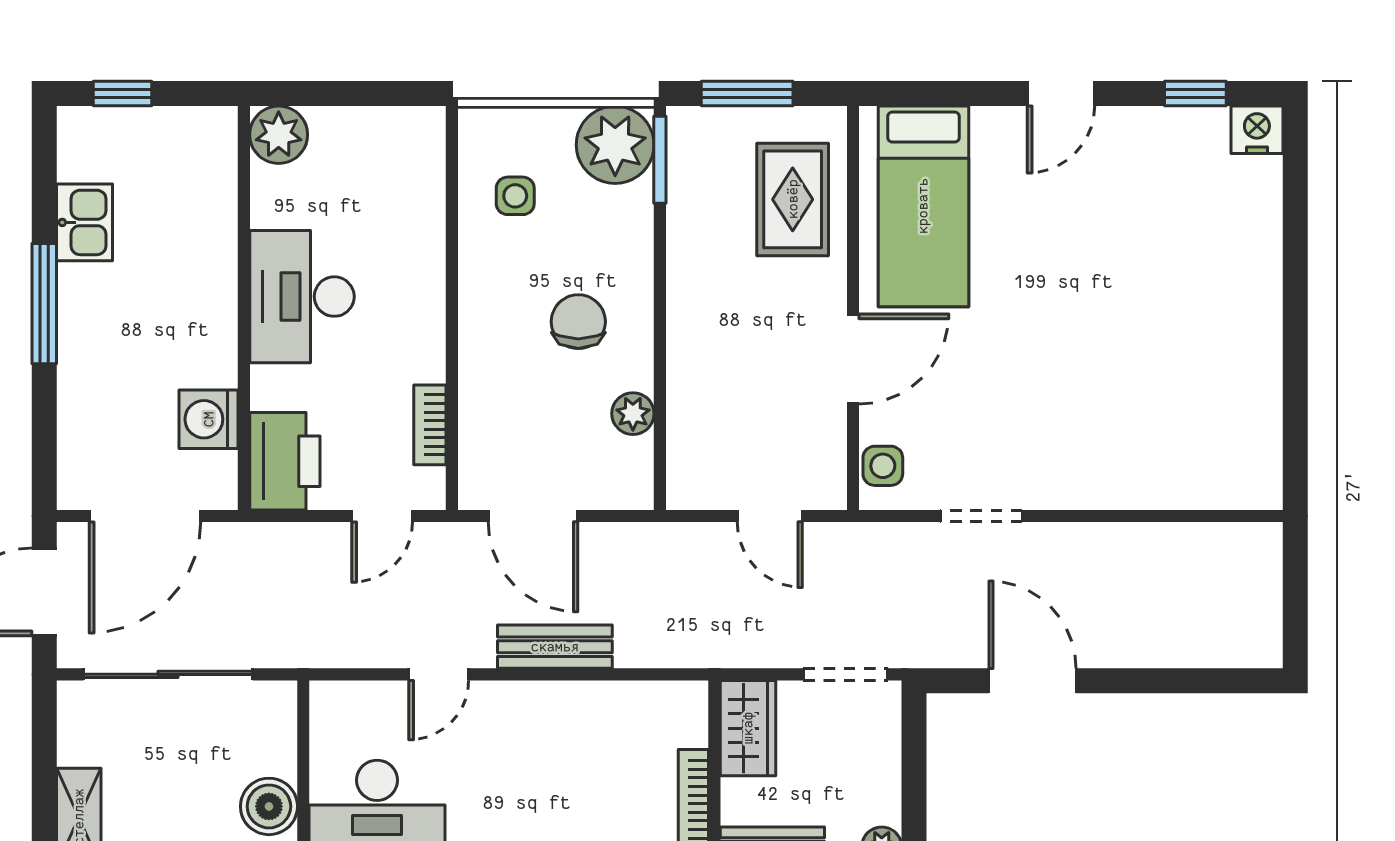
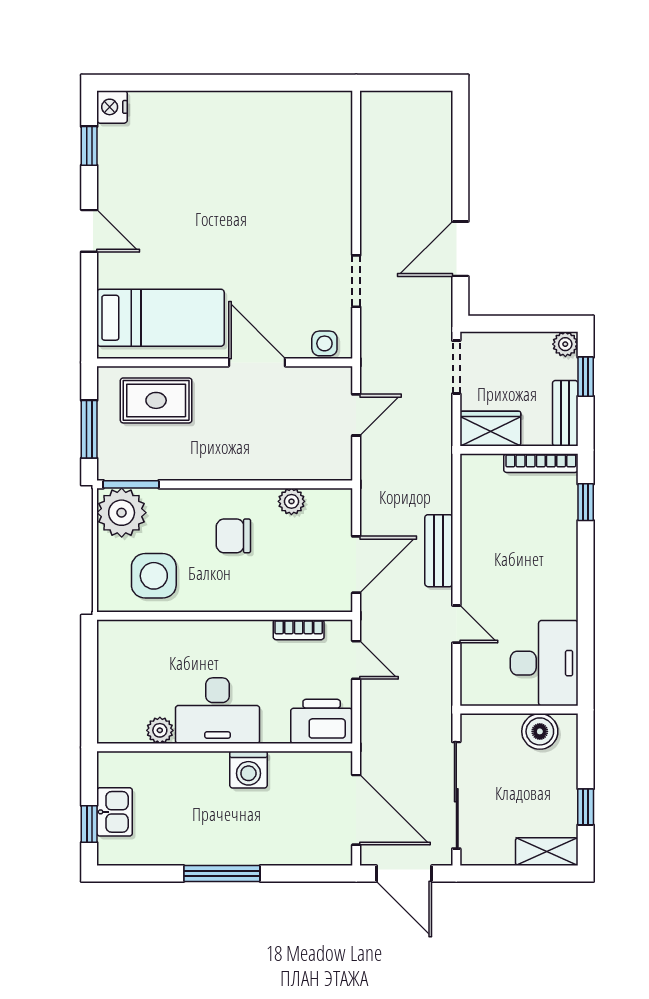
plant: (279, 135) -> (160, 730), moved, width x0.73, depth x0.73
side table: (515, 196) -> (154, 576), width x1.87, depth x1.87
kitchen sink: (85, 222) -> (115, 812), moved, turned 90
washing machine: (209, 419) -> (248, 770), moved

